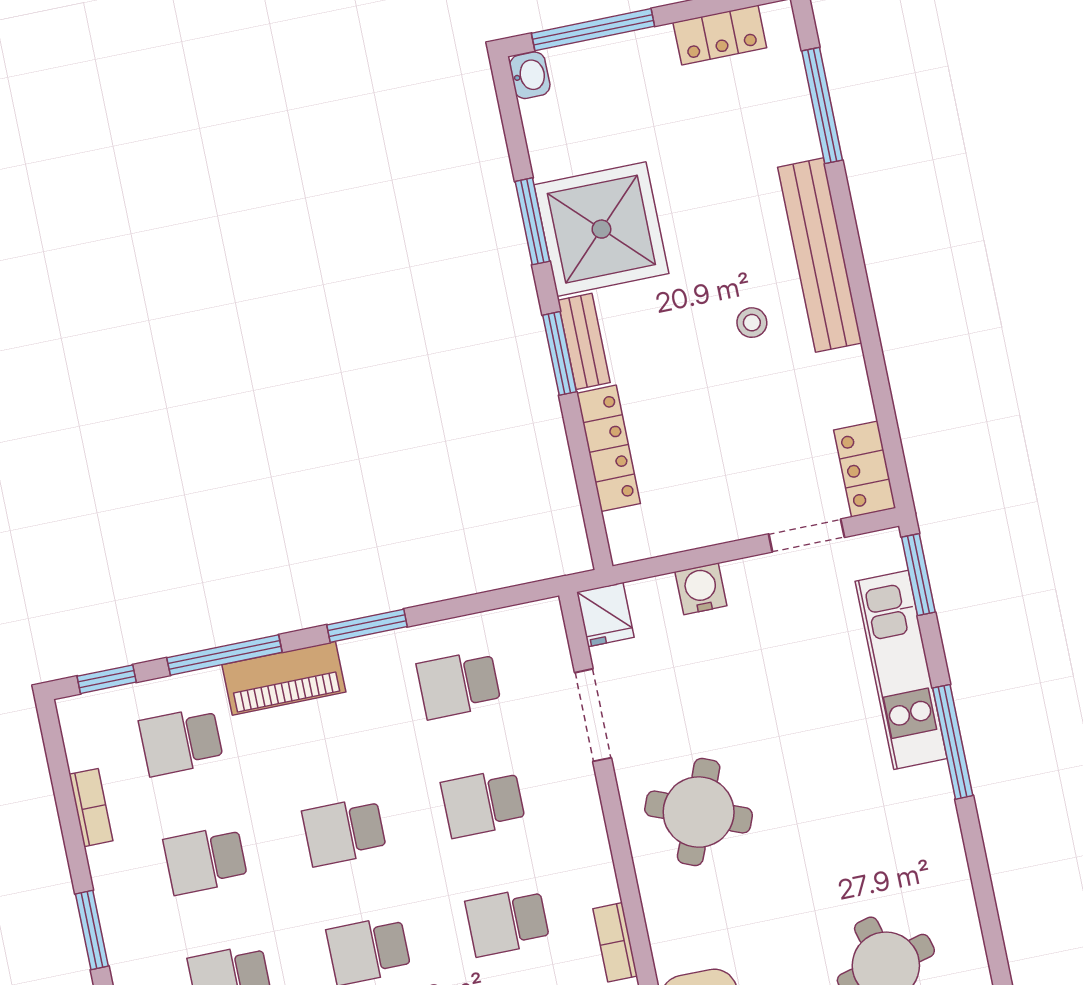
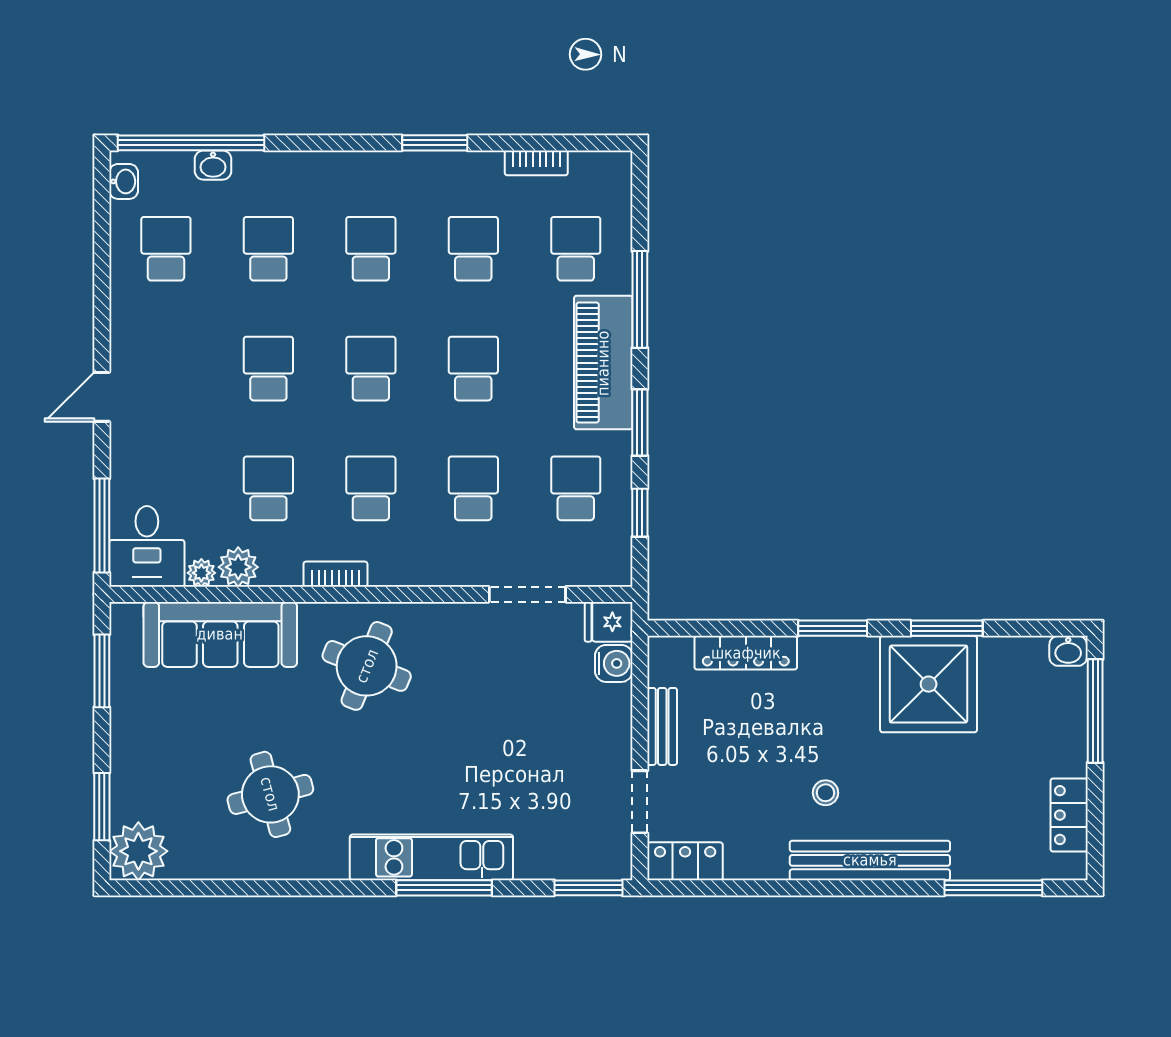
bench: (584, 341) -> (662, 726), moved, turned 90
water cooler: (701, 589) -> (614, 663), moved
kitchen unit: (901, 670) -> (431, 857), moved
piano: (284, 678) -> (603, 363), width x1.37, depth x1.33
window: (107, 679) -> (640, 513), moved
round table: (699, 812) -> (367, 666), moved

